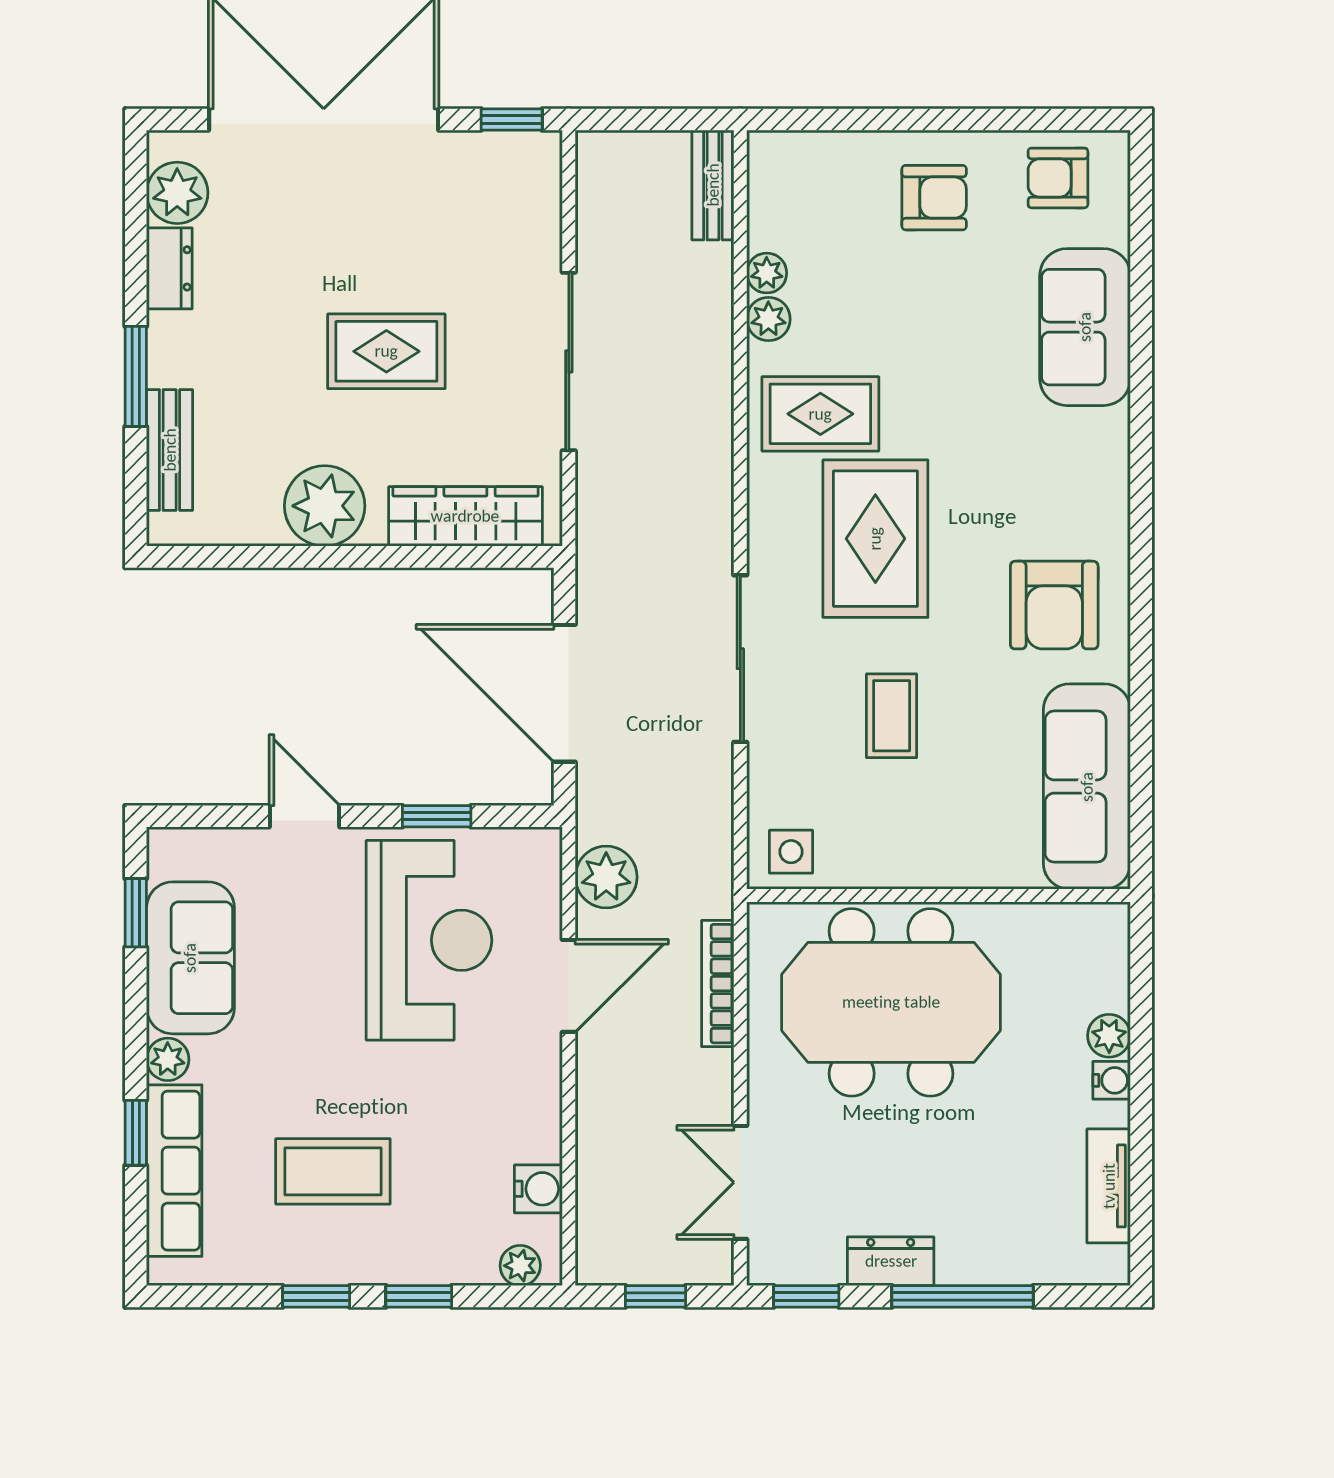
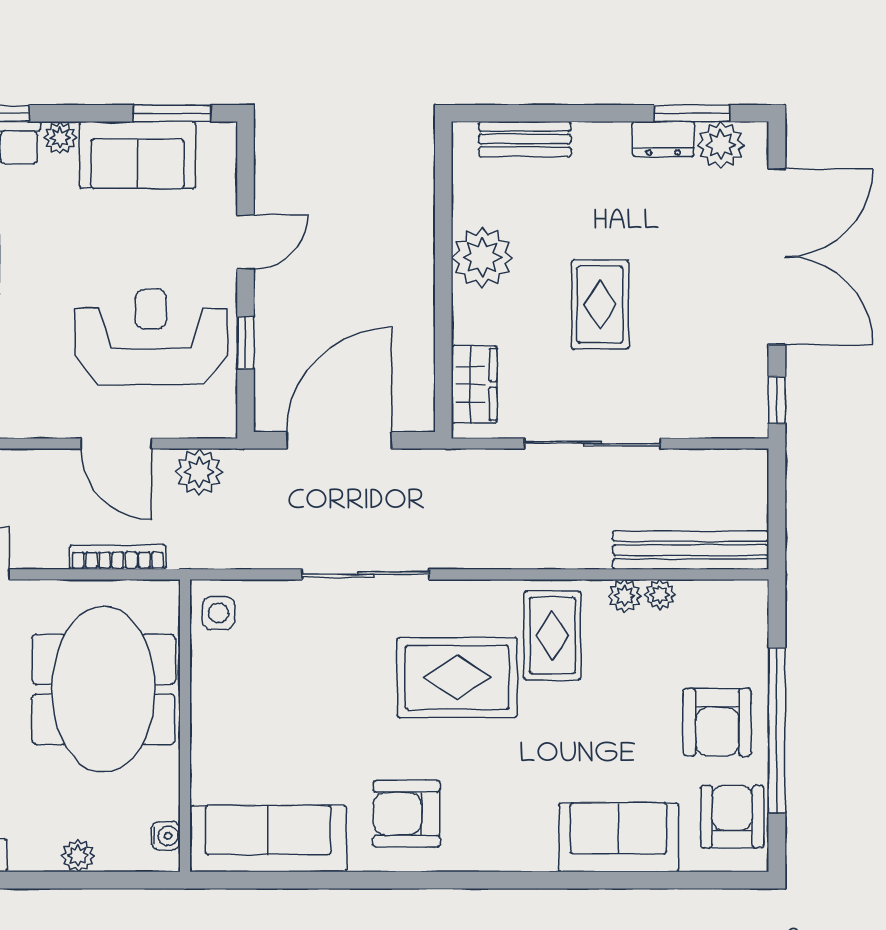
window: (945, 120) -> (777, 730), added
armchair: (1058, 178) -> (732, 817), width x1.38, depth x1.38
bench: (713, 185) -> (691, 550), width x1.86, depth x1.21
armchair: (934, 198) -> (717, 722), width x1.38, depth x1.38
window: (136, 376) -> (692, 113), moved
wardrobe: (465, 516) -> (474, 384), width x0.67
coffee table: (892, 716) -> (322, 690), removed
window: (136, 913) -> (172, 113), width x1.50
reception desk: (429, 940) -> (151, 337), turned 180
water cooler: (1112, 1080) -> (166, 836), moved, turned -90

